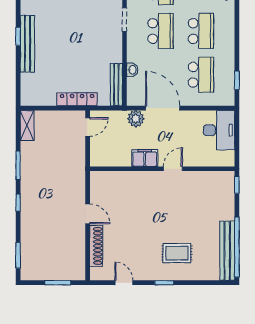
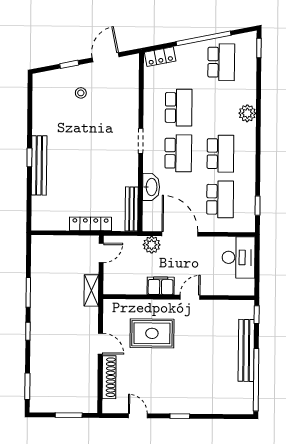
washbasin: (132, 70) -> (151, 187), width x1.91, depth x1.45
shelving: (27, 125) -> (91, 290), moved
bench: (227, 251) -> (246, 350), moved
rug: (177, 253) -> (152, 333), moved, width x1.36, depth x1.43

